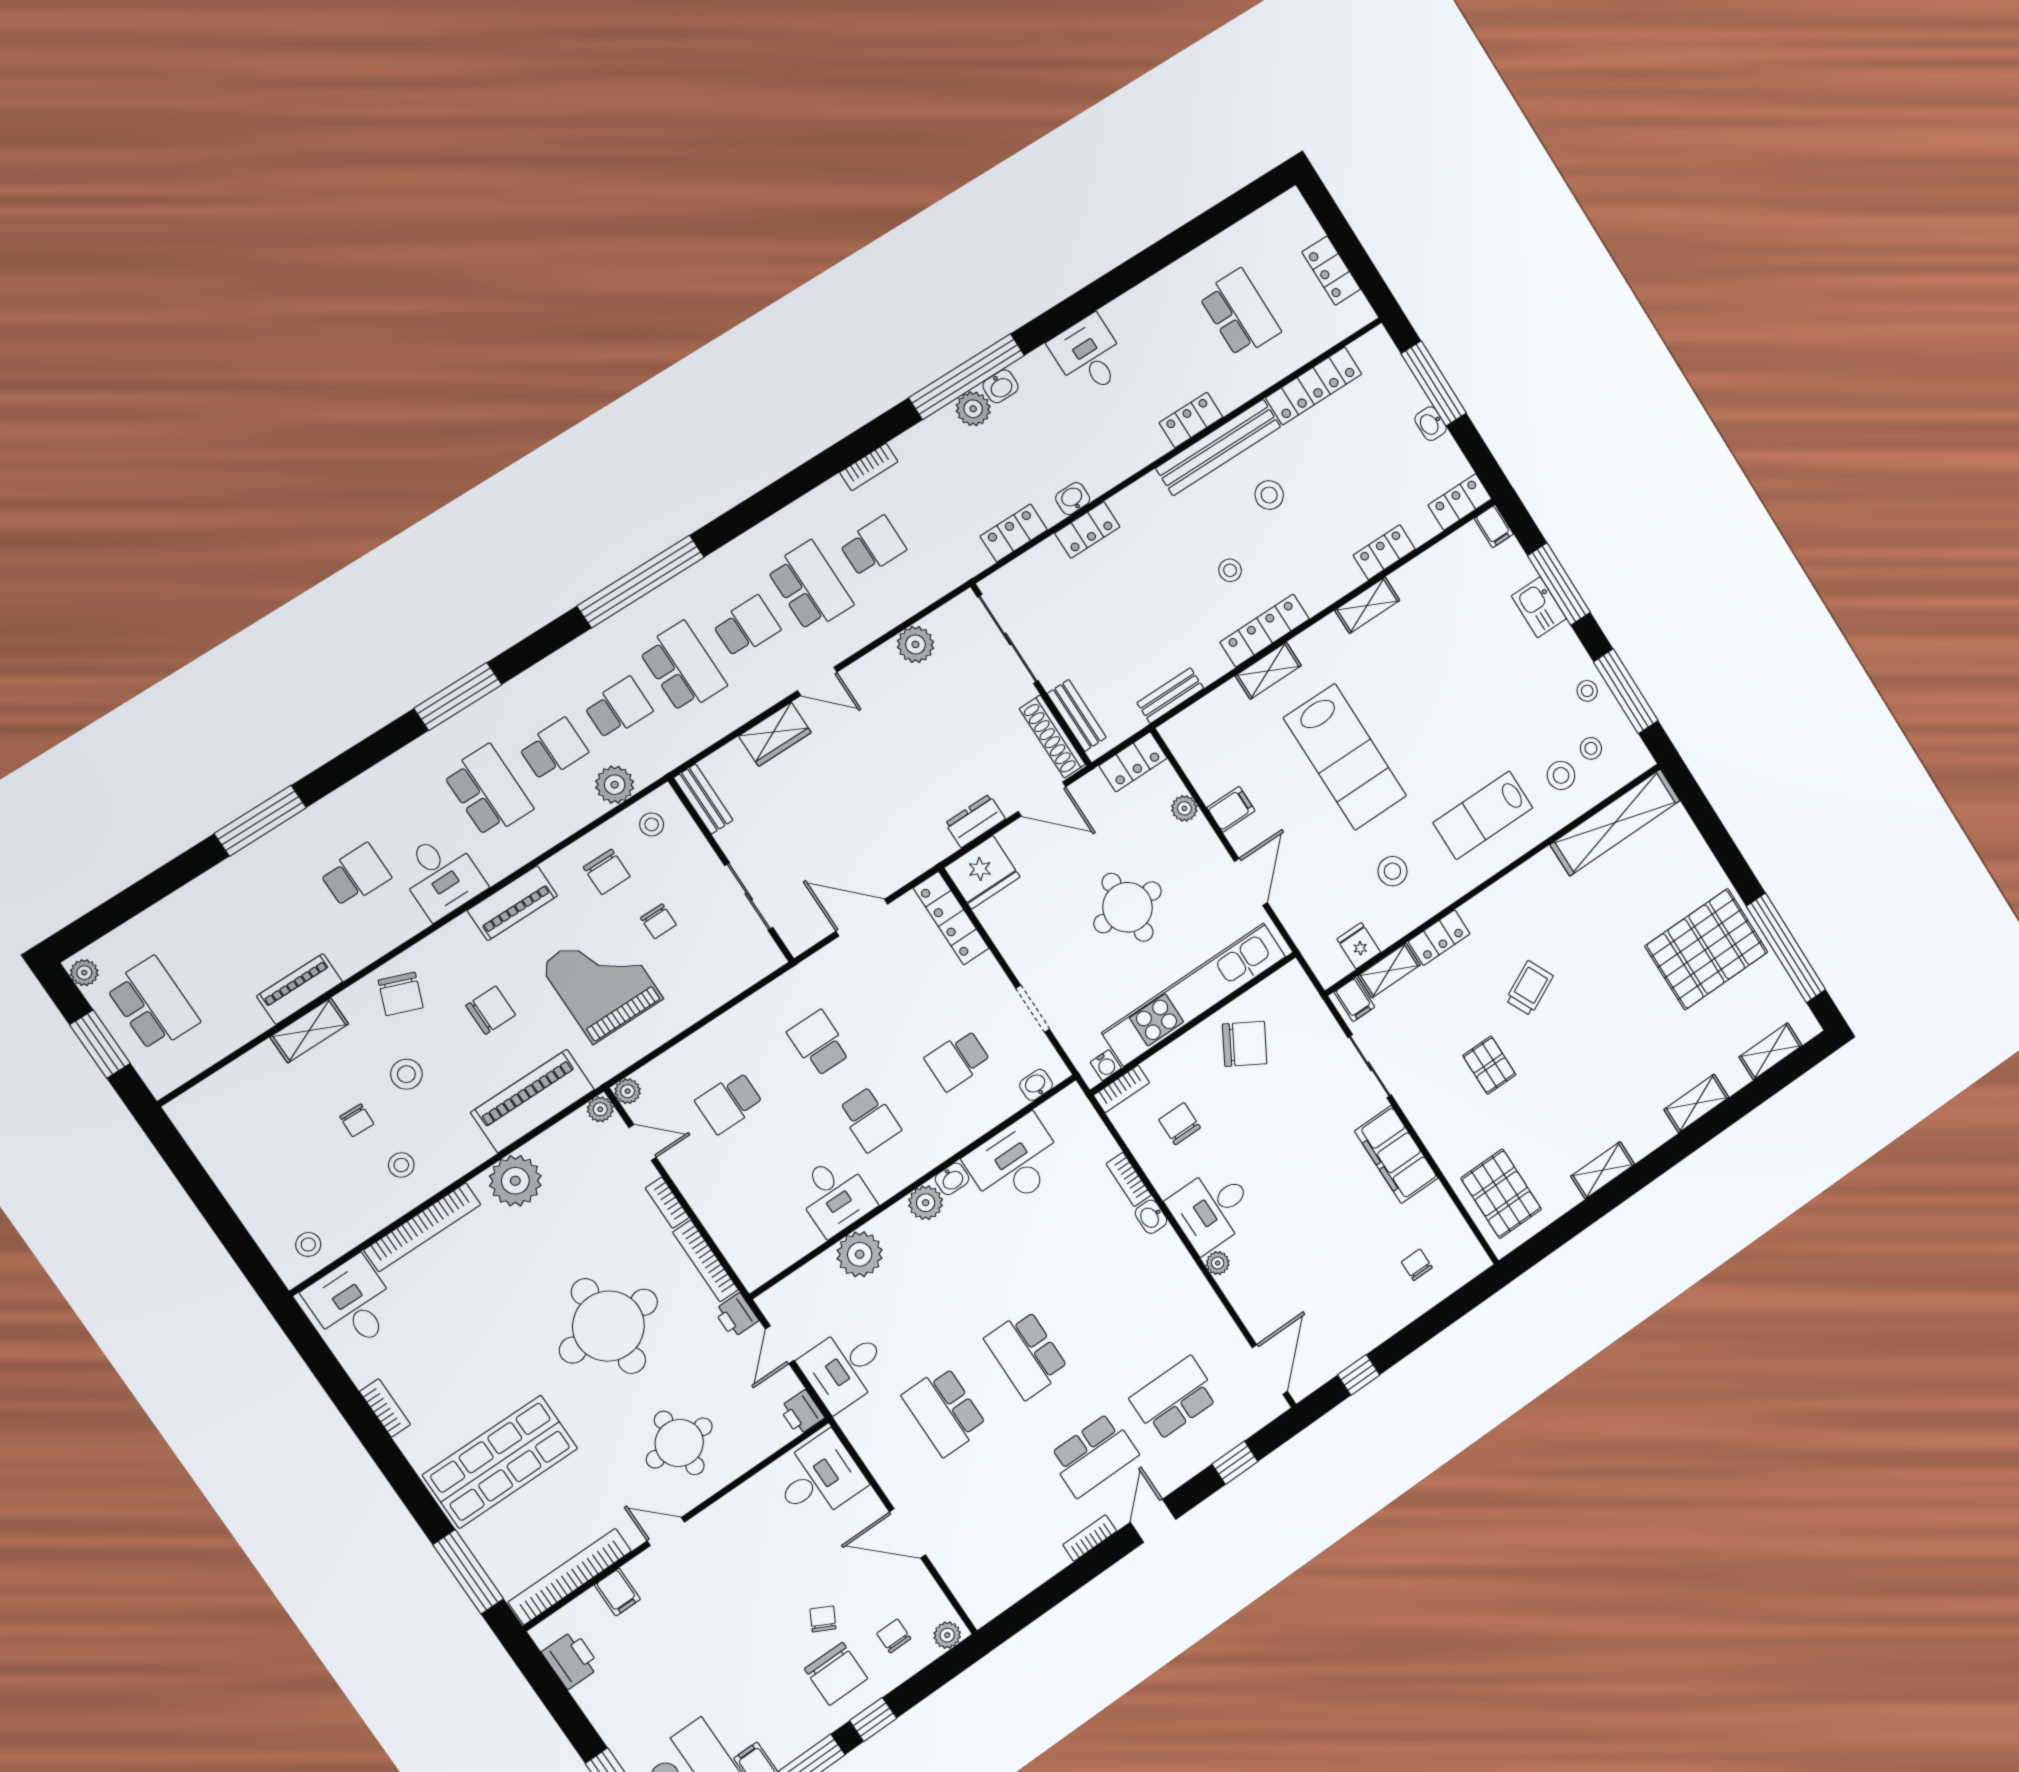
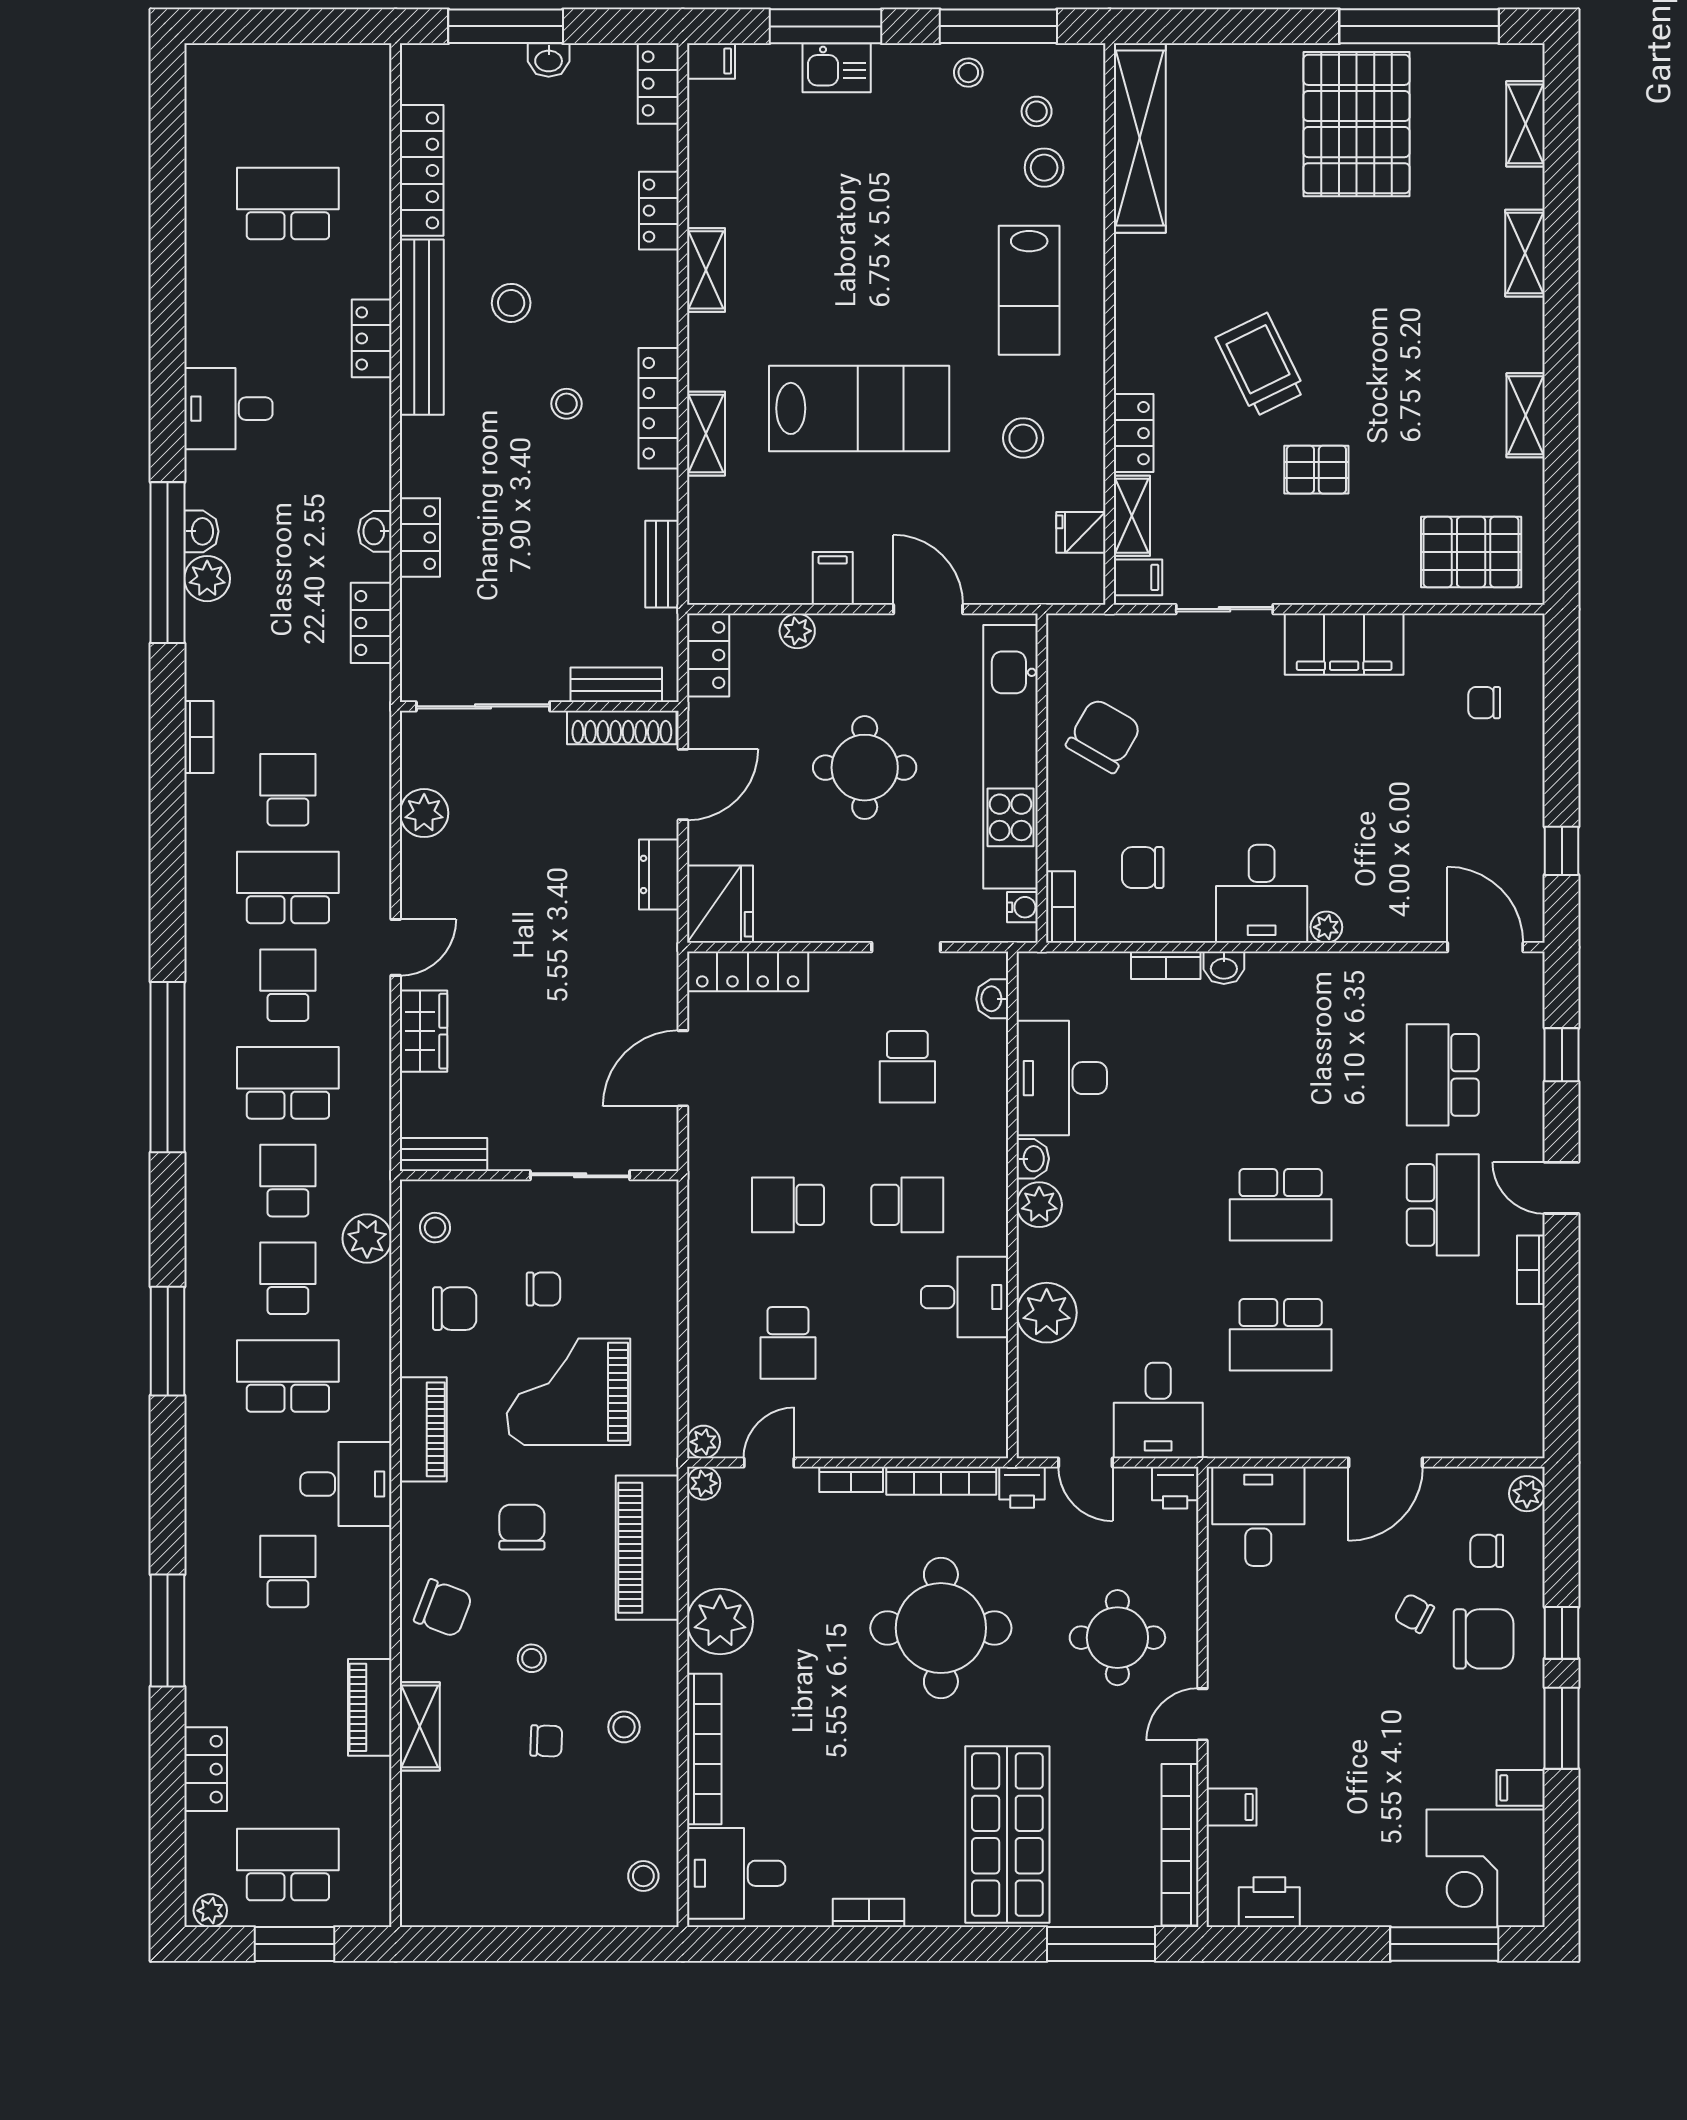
locker: (1331, 271) -> (206, 1769), moved, turned -90
trolley: (1529, 988) -> (1261, 365), width x1.36, depth x1.39
stool: (406, 1074) -> (532, 1658), width x0.73, depth x0.73

